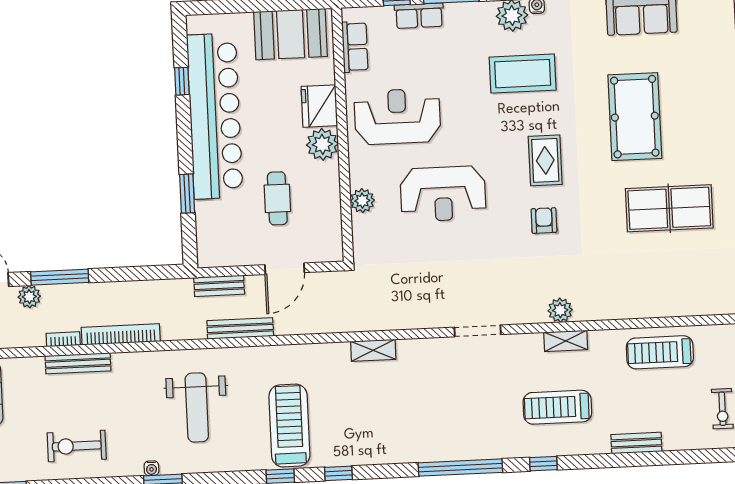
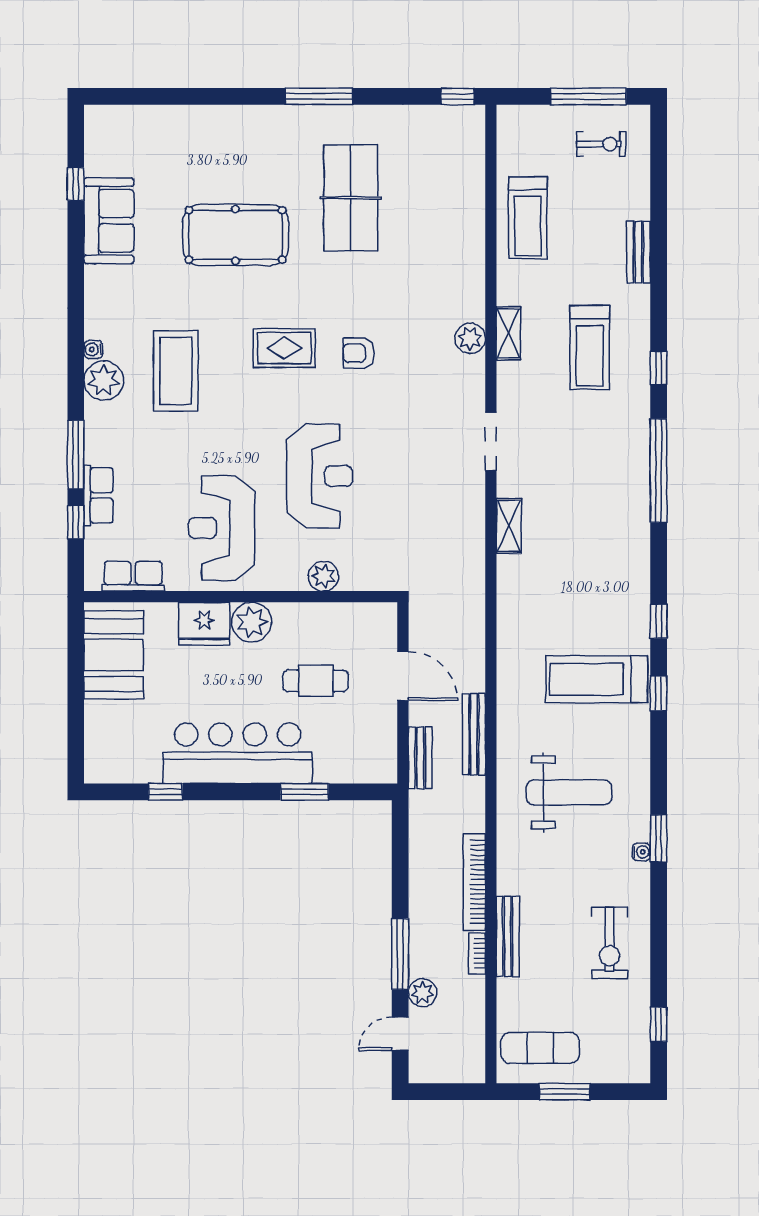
bar counter: (215, 116) -> (238, 753), width x0.73
shelving: (373, 350) -> (509, 526), moved

